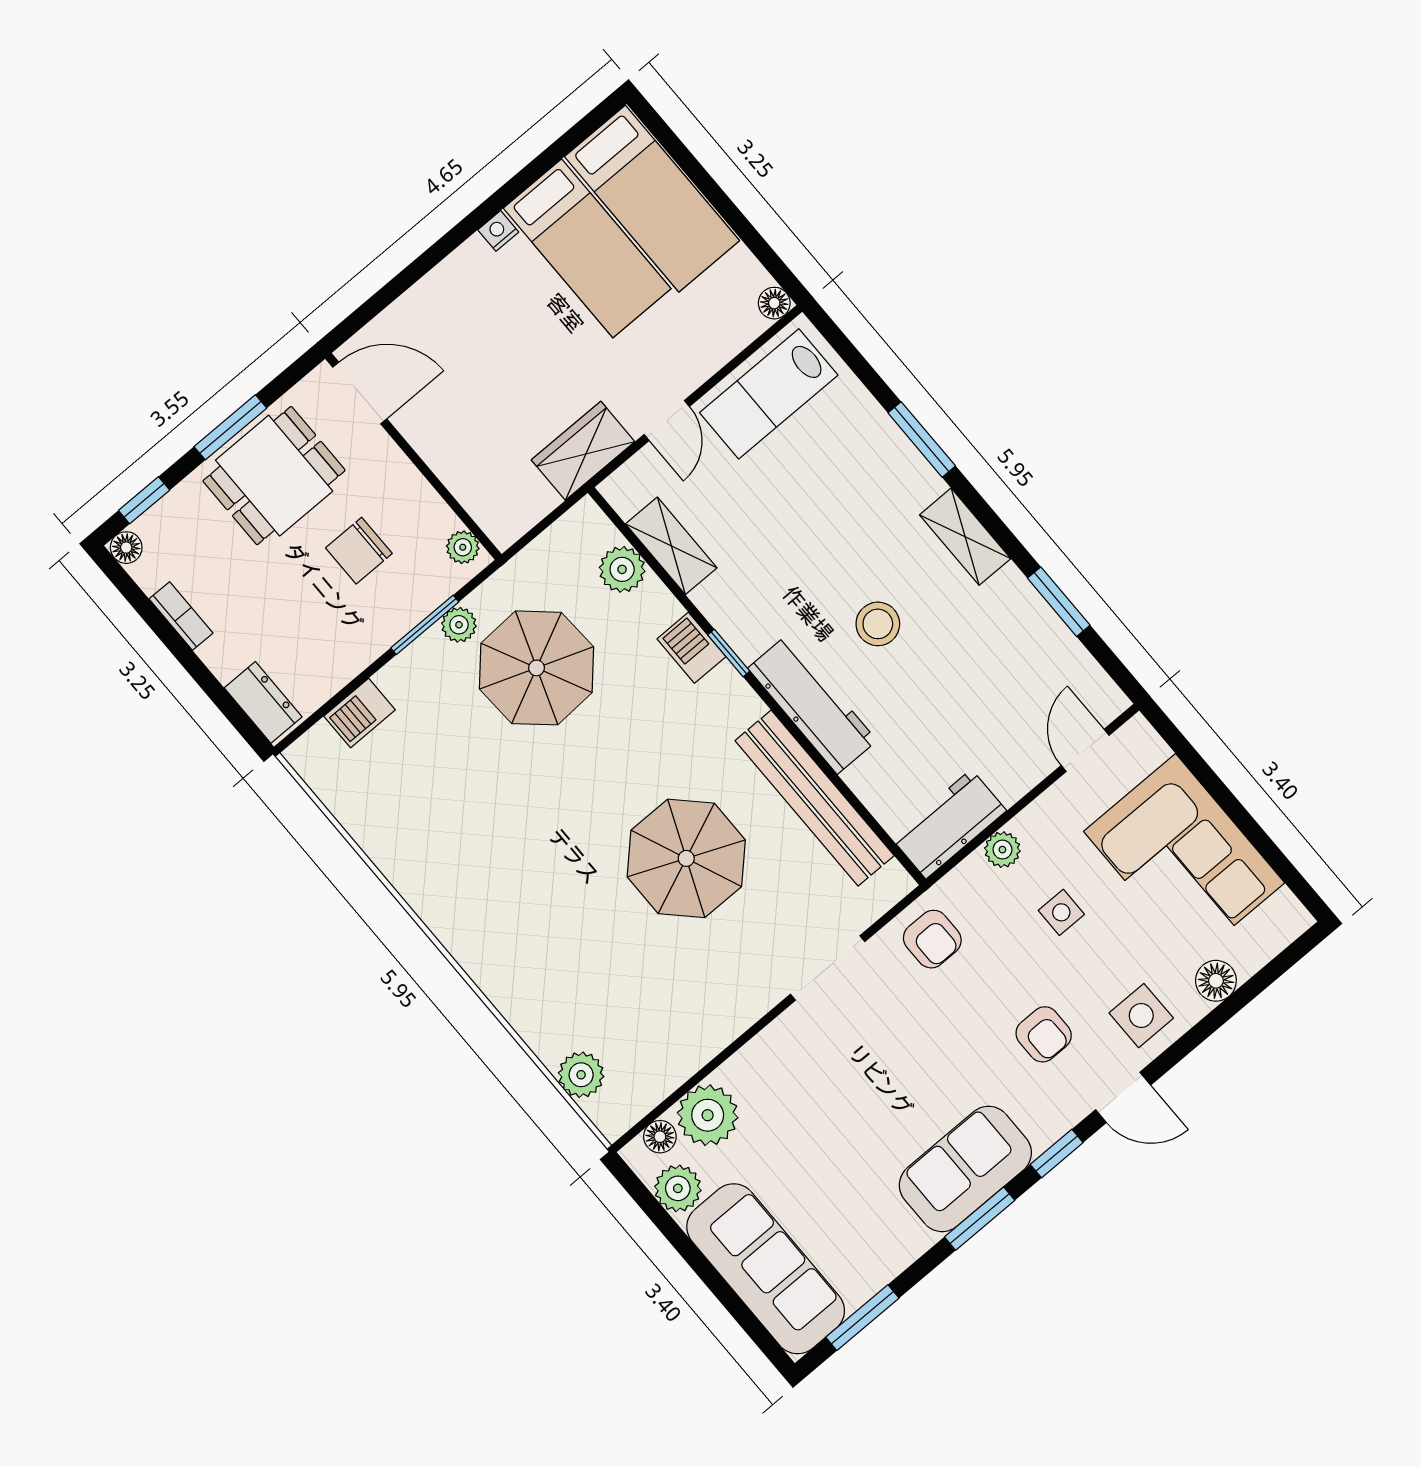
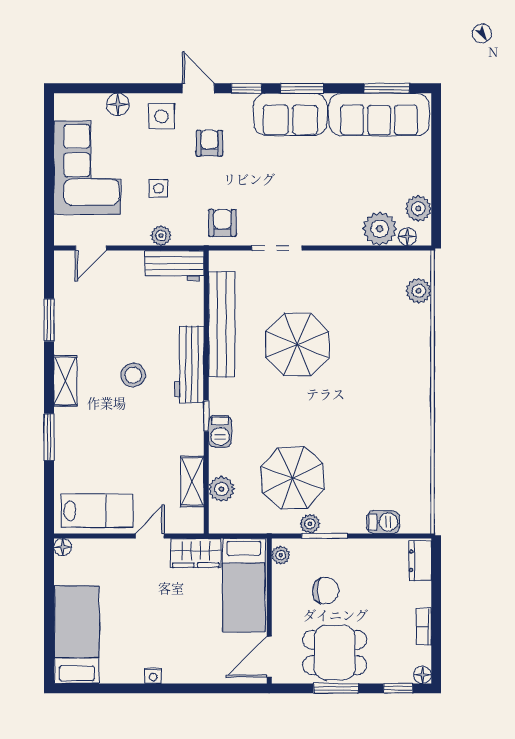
bed: (587, 248) -> (244, 585), moved, turned 180
door: (360, 393) -> (269, 657), hinge flipped
sofa: (766, 1269) -> (379, 114), moved, turned -90

